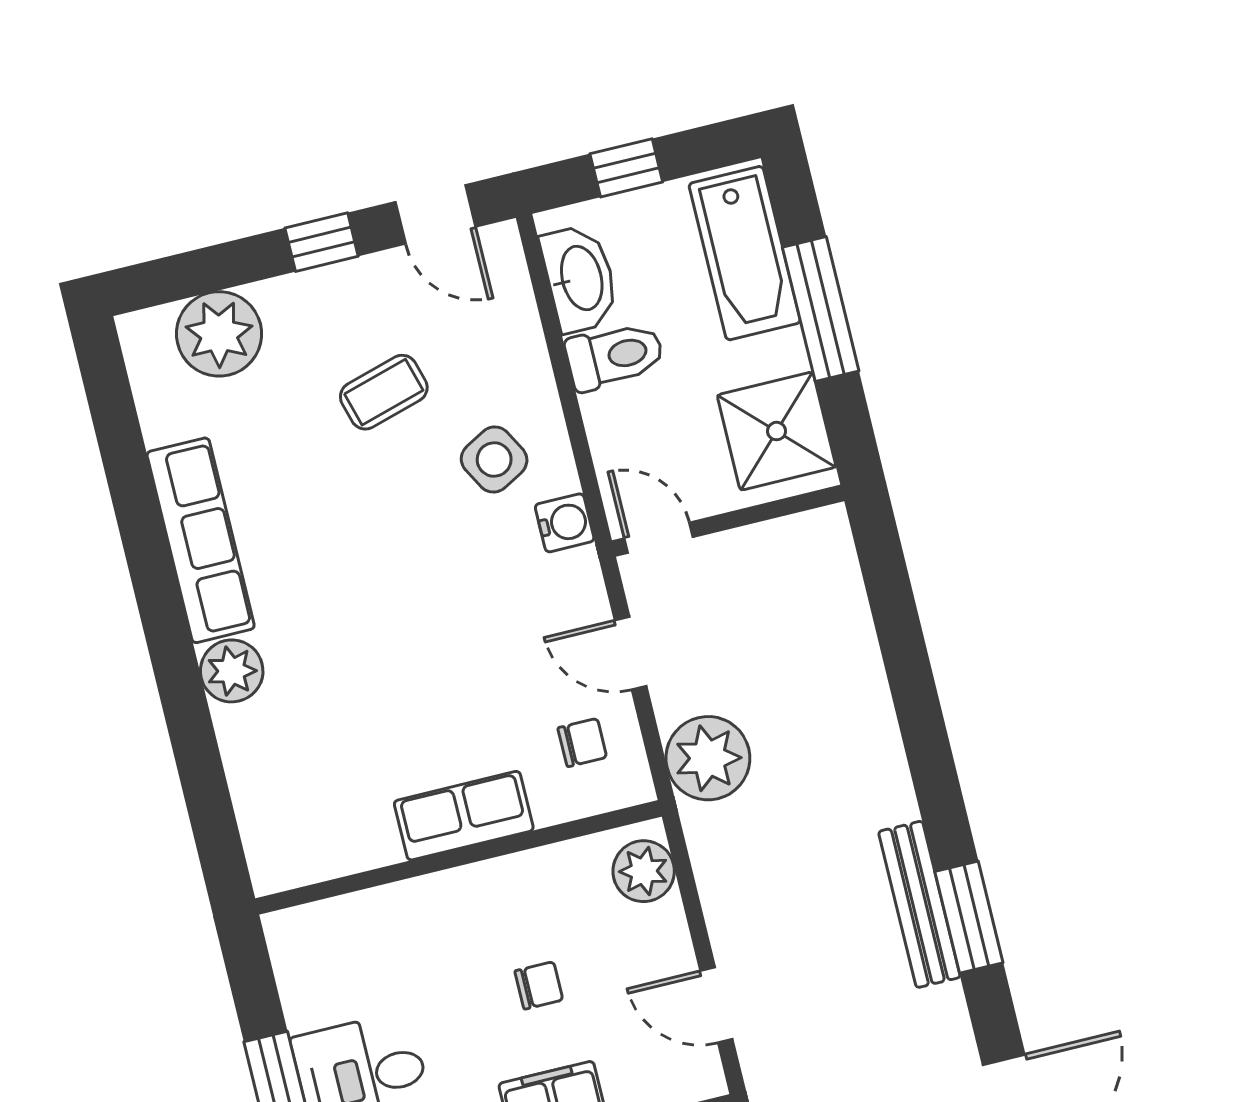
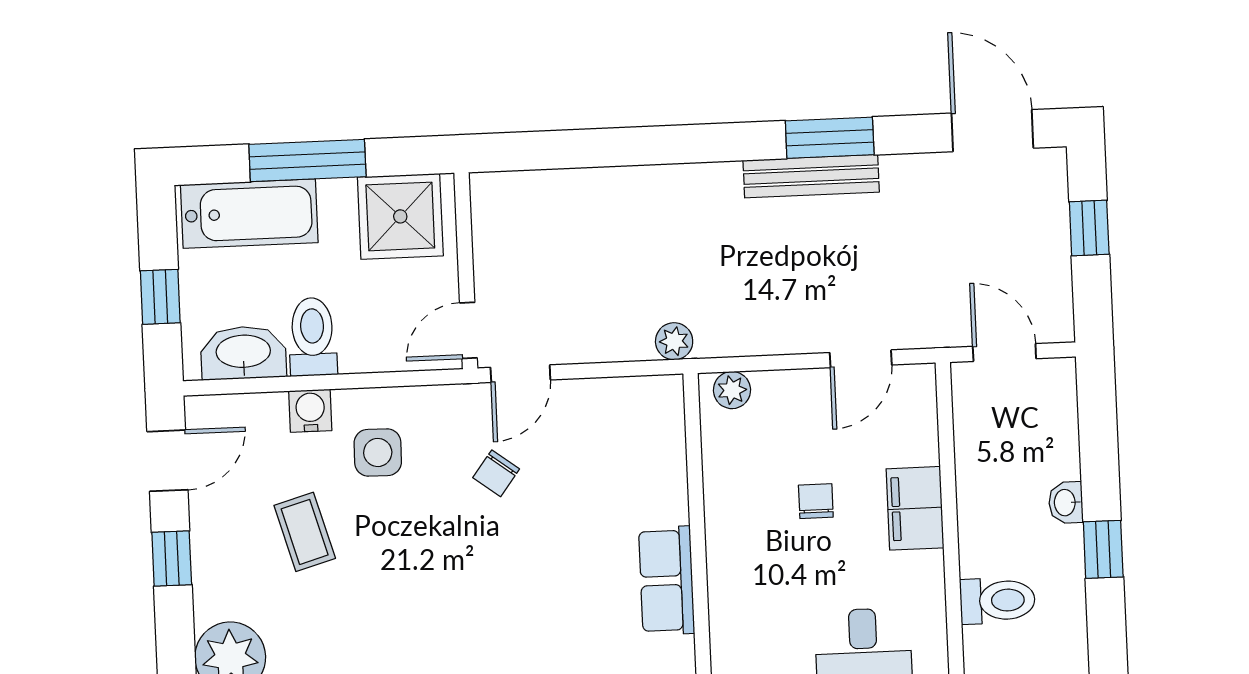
side table: (494, 460) -> (378, 452), turned 30
water cooler: (565, 523) -> (310, 411), moved
door: (631, 653) -> (520, 374), moved
chair: (582, 743) -> (496, 473), moved, turned -143
plant: (708, 758) -> (674, 341), width x0.53, depth x0.53
row of seats: (464, 816) -> (667, 581), moved
plant: (644, 871) -> (732, 390), width x0.73, depth x0.73

